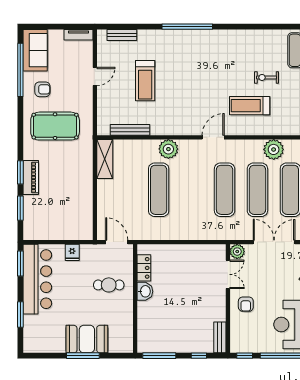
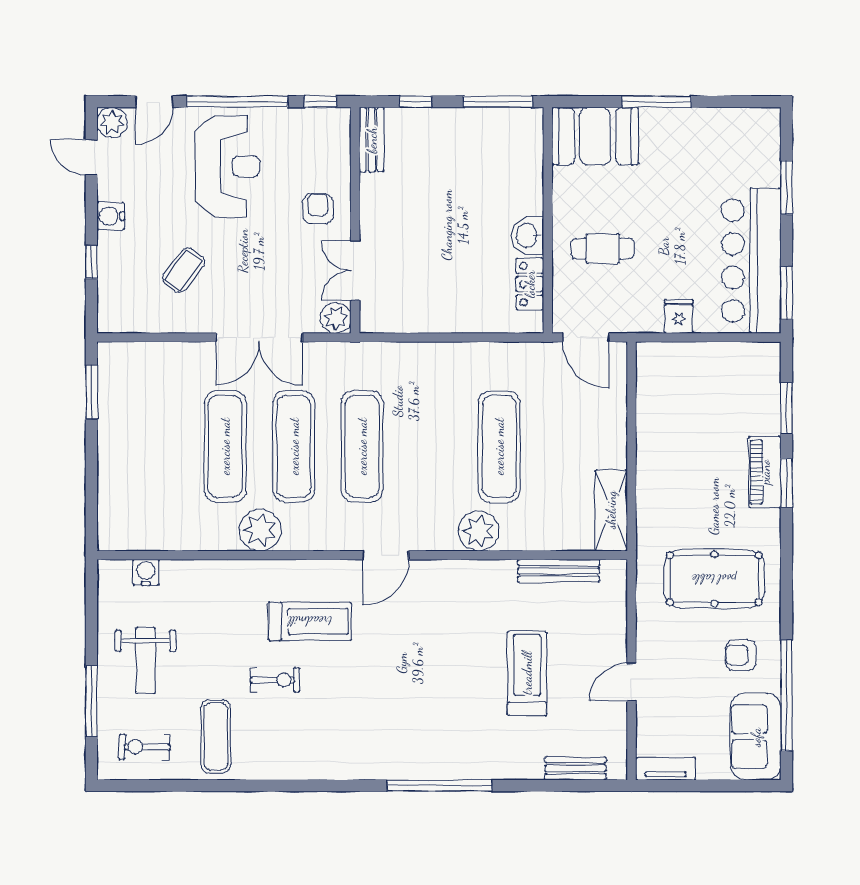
booth: (87, 339) -> (595, 136), moved

